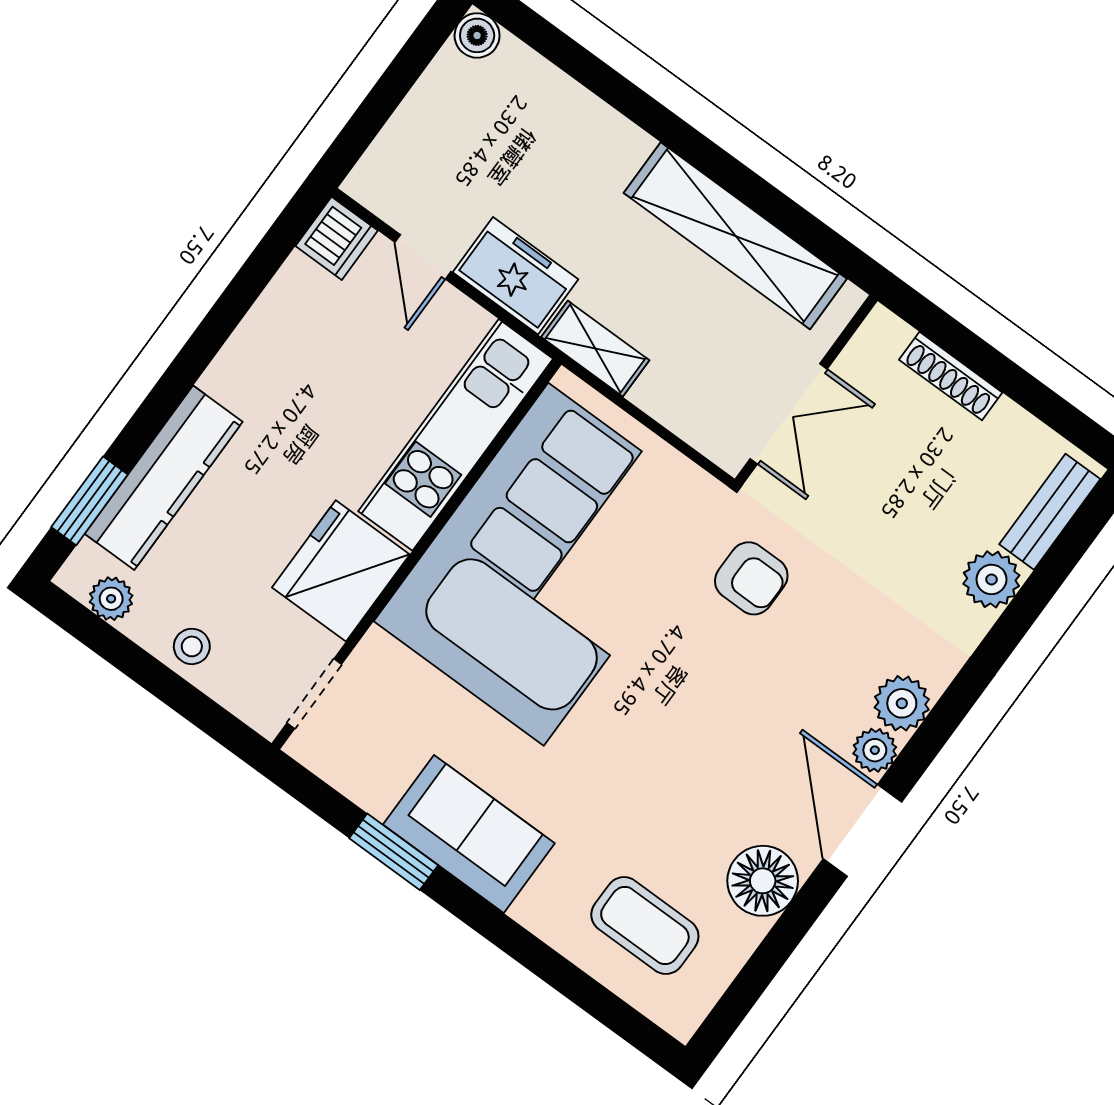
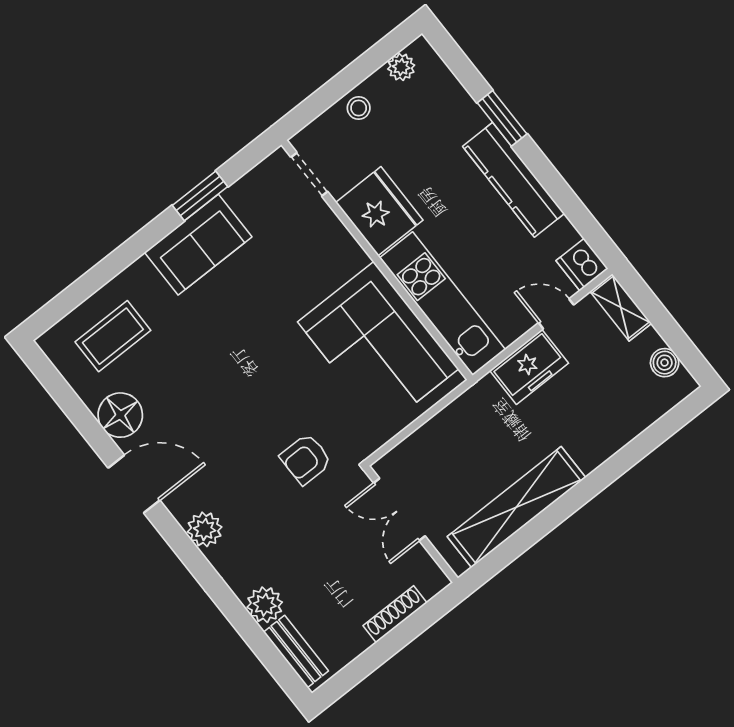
boiler: (477, 35) -> (665, 363), moved
shelving: (595, 349) -> (621, 307), moved, turned 90
kitchen counter: (164, 478) -> (514, 180), moved
window: (90, 501) -> (502, 118), moved
corner sofa: (546, 564) -> (378, 345), width x0.73, depth x0.74
plant: (875, 750) -> (181, 505), removed

